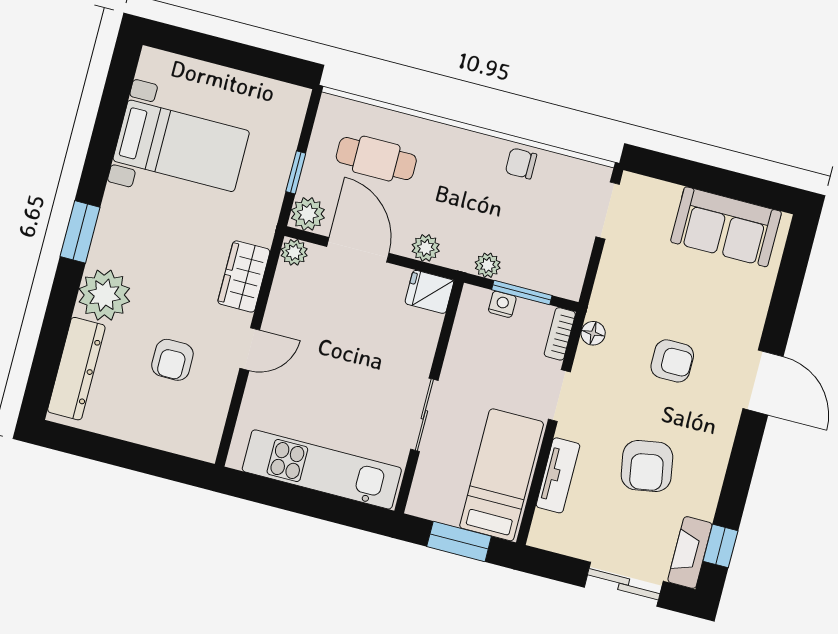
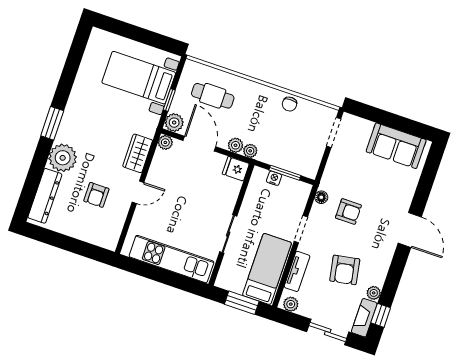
bed with nightstands: (181, 146) -> (139, 78), moved, turned 180
chair: (521, 163) -> (290, 104), turned -90
plant: (488, 265) -> (250, 151), moved
bookcase: (560, 334) -> (303, 196), removed
armchair: (672, 361) -> (348, 211), moved
plant: (704, 505) -> (374, 293), added
plant: (551, 537) -> (291, 304), added

